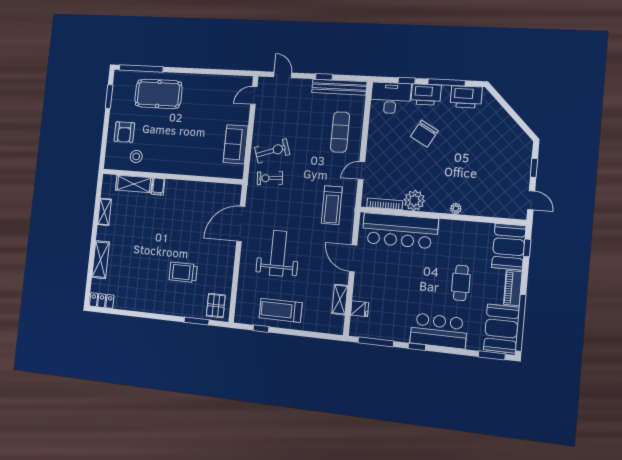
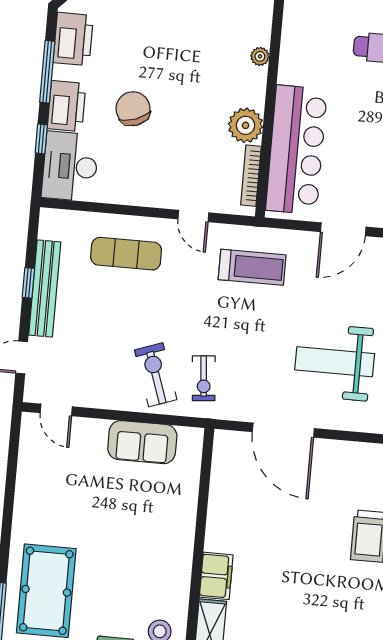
bench: (339, 87) -> (45, 288), moved
chair: (424, 134) -> (133, 109), turned -139
filing cabinet: (158, 187) -> (216, 576), width x2.00

